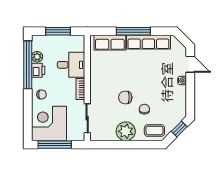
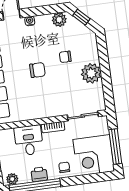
plant: (37, 57) -> (12, 179), moved
chair: (125, 97) -> (37, 70), moved, turned -90
plant: (180, 108) -> (59, 20), added
coffee table: (154, 130) -> (86, 43), removed

